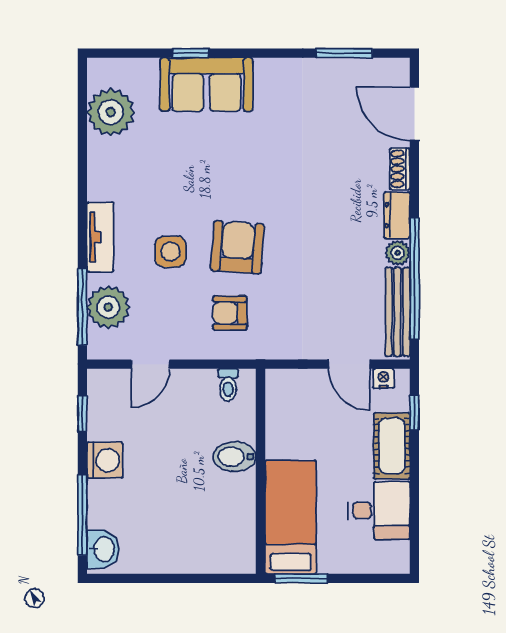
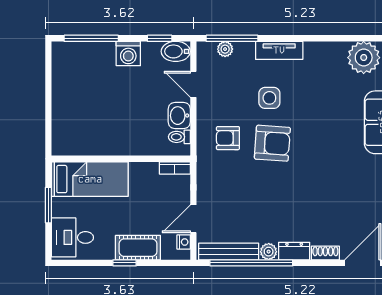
plant: (108, 307) -> (225, 49), width x0.53, depth x0.53
armchair: (230, 313) -> (228, 138), turned -90
bookcase: (274, 391) -> (175, 168), added
window: (414, 412) -> (125, 263), moved
bidet: (234, 457) -> (176, 51), moved, turned -90
desk: (379, 510) -> (72, 237), moved, turned 90
washbasin: (103, 549) -> (179, 116), moved, turned 90
window: (301, 578) -> (48, 205), moved

